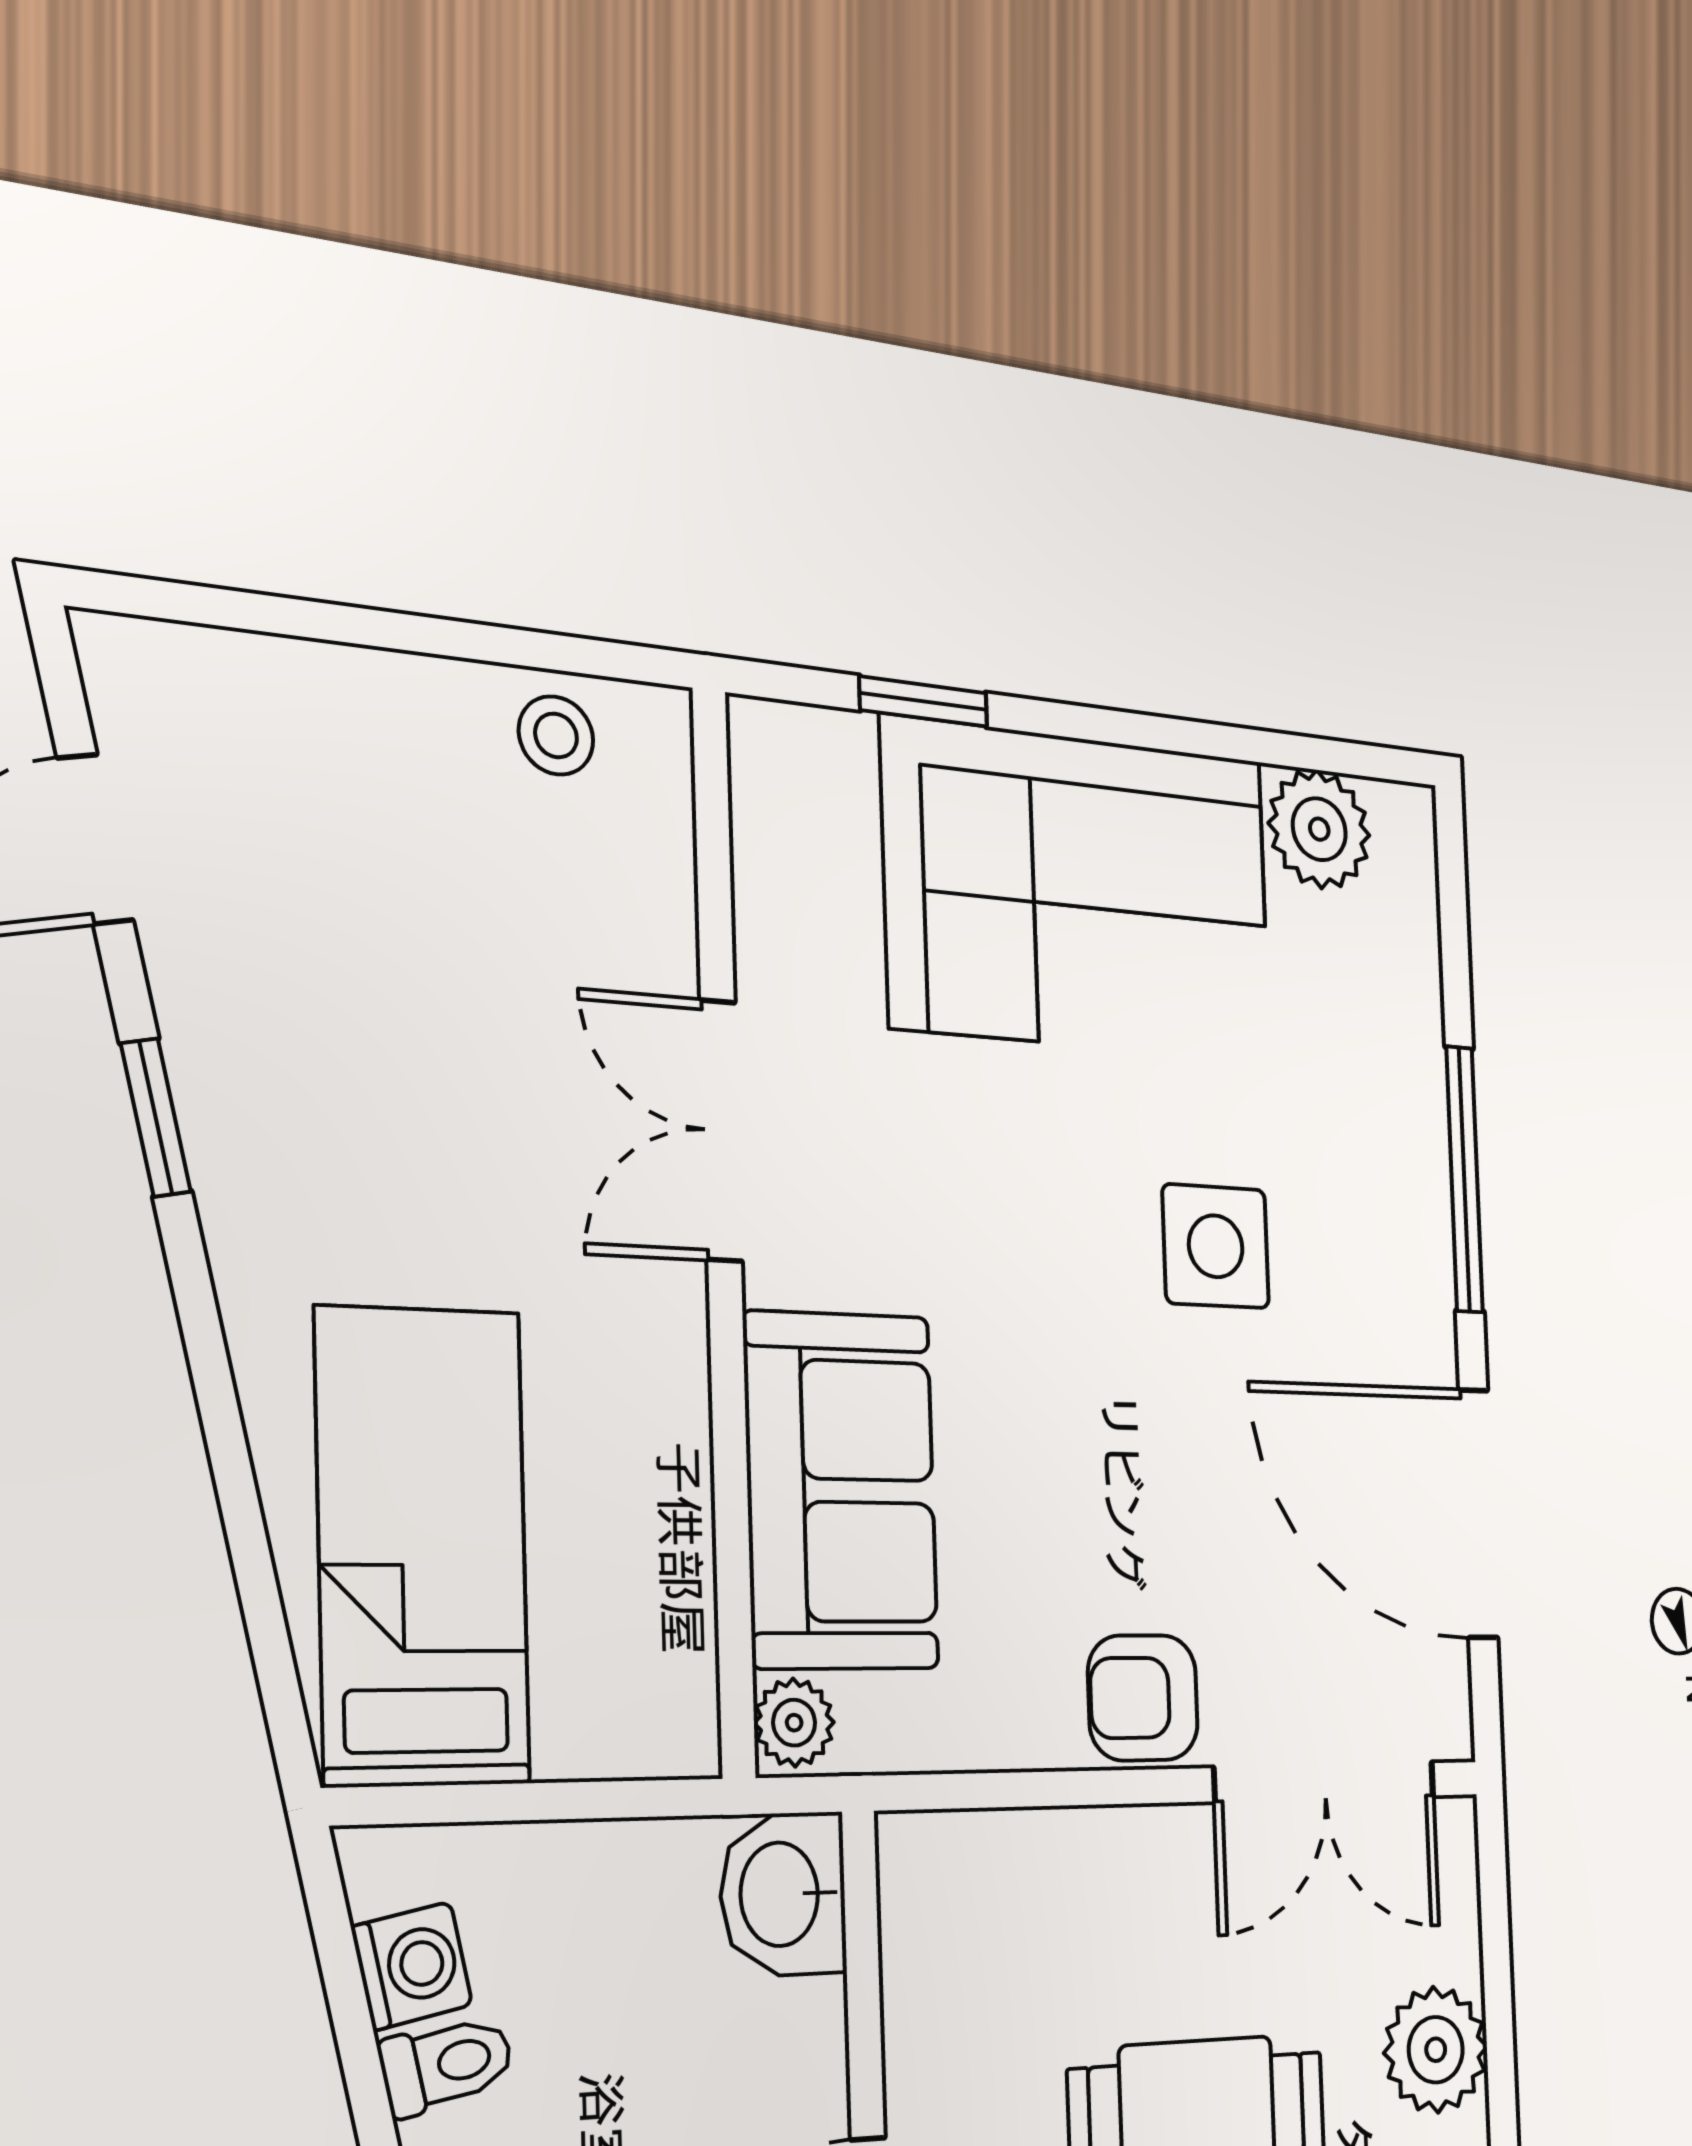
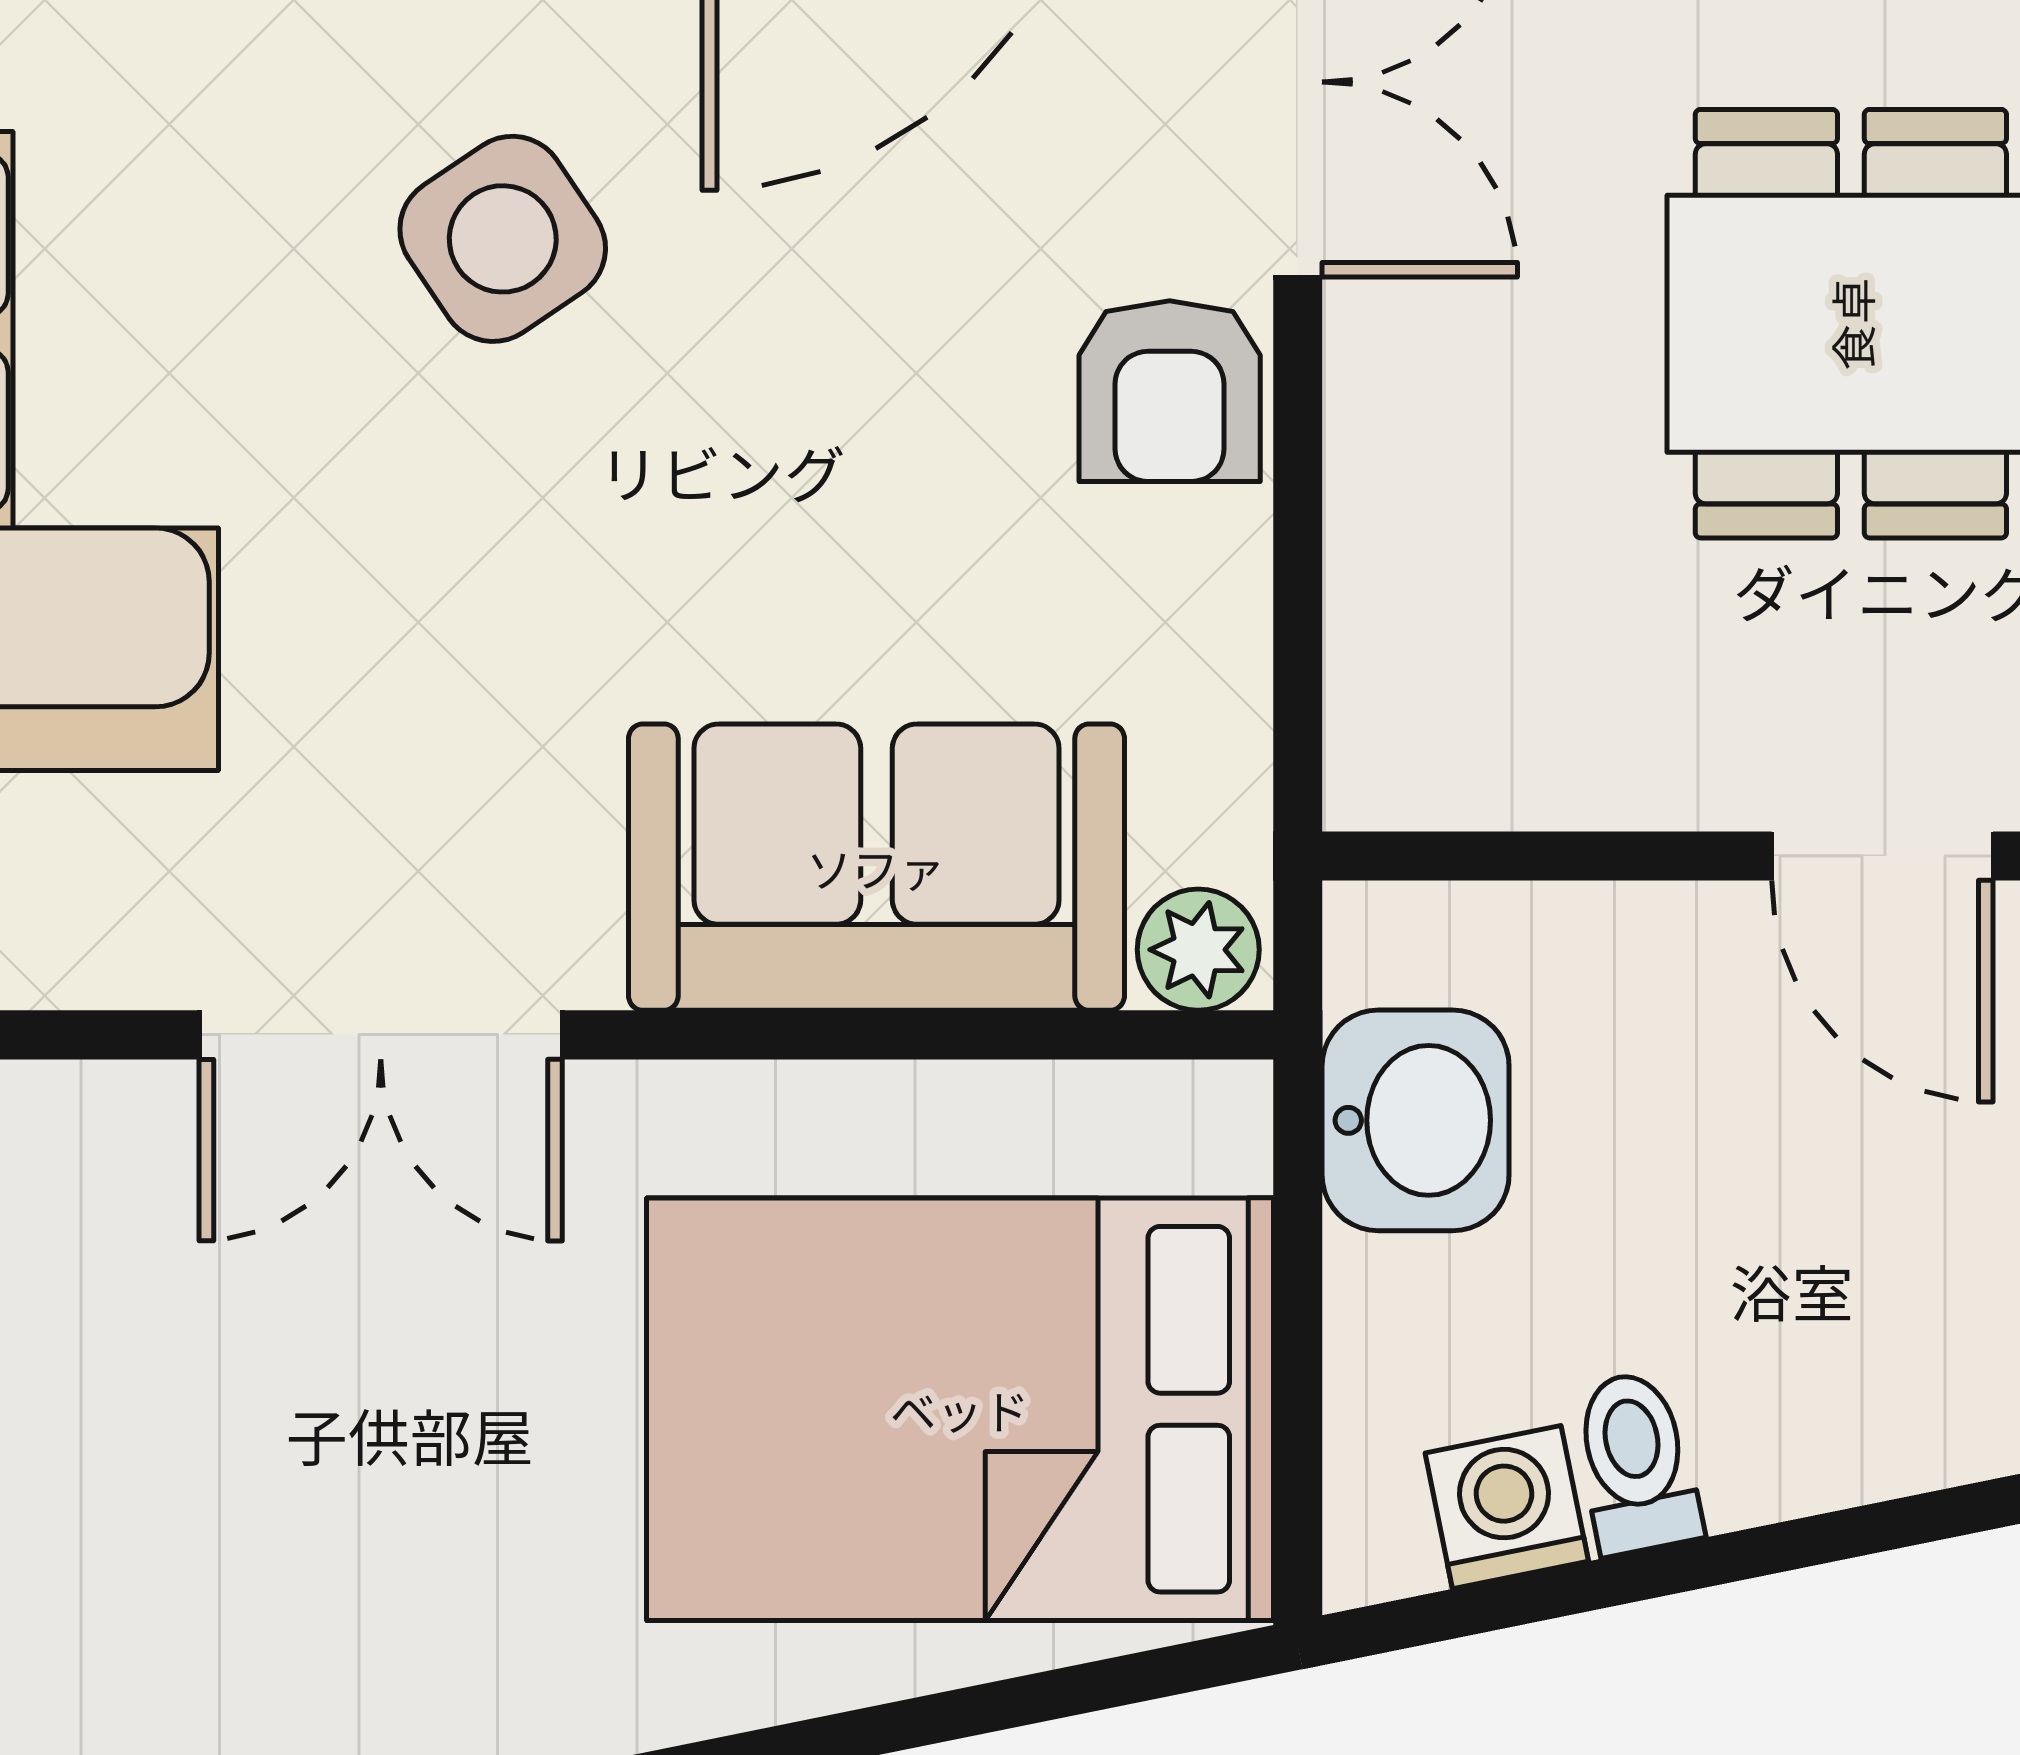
side table: (1216, 1246) -> (503, 239), turned -34
bed: (423, 1546) -> (960, 1409), width x1.50
washbasin: (783, 1894) -> (1416, 1120), moved, turned -90

